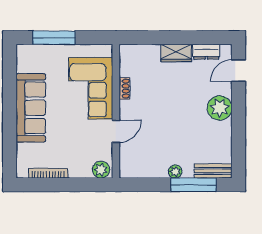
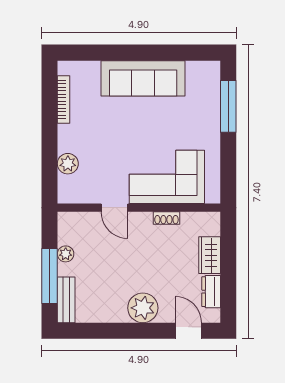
corner sofa: (91, 88) -> (167, 177), moved
shoe rack: (124, 89) -> (166, 218), moved
wall: (116, 111) -> (139, 208), moved
door: (116, 131) -> (114, 208), moved

